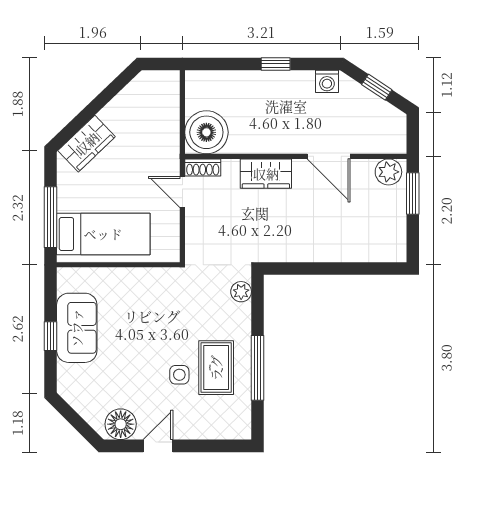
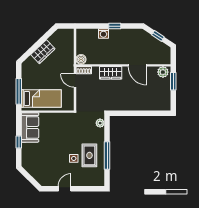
washing machine: (327, 81) -> (103, 33), moved
boiler: (206, 132) -> (81, 59), width x0.54, depth x0.54
wardrobe: (87, 144) -> (43, 52), moved
sofa: (77, 328) -> (30, 127), moved
floor lamp: (121, 424) -> (49, 180), removed

